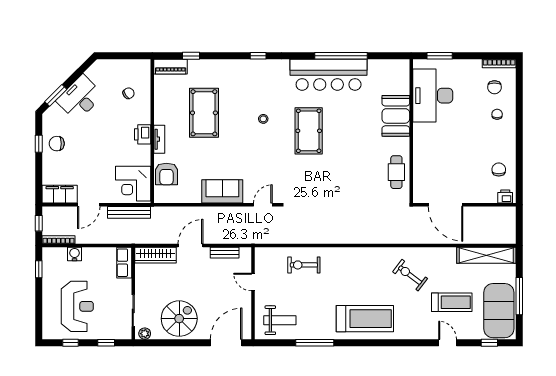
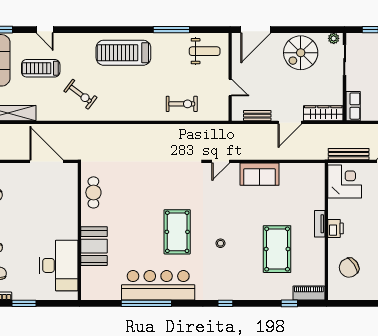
window: (440, 56) -> (24, 303), moved
chair: (129, 93) -> (349, 268), width x1.87, depth x1.87
armchair: (166, 174) -> (313, 191), removed
weight bench: (280, 320) -> (205, 51), turned 180

